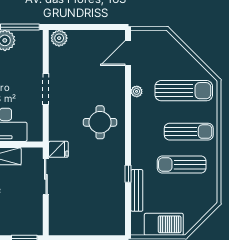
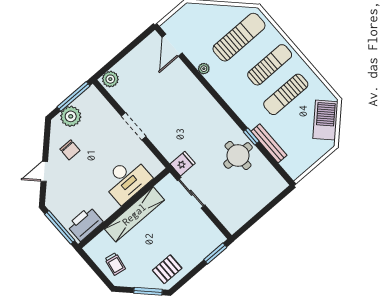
round table: (100, 122) -> (238, 155), moved
barbecue: (164, 224) -> (325, 120), moved, turned -45

